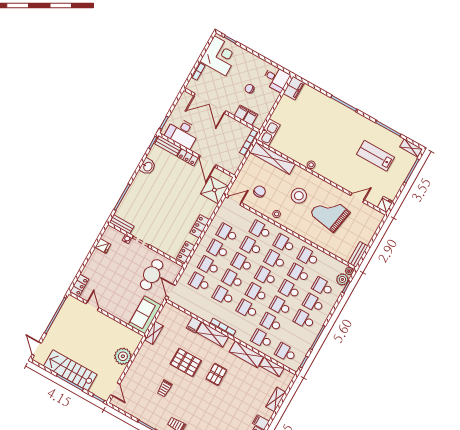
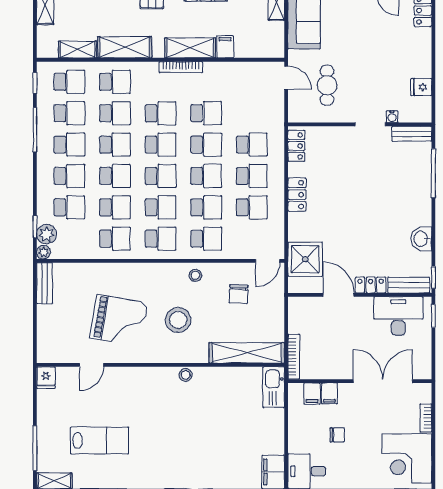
cafe table: (152, 275) -> (327, 85), width x0.73, depth x0.74
school desk: (199, 282) -> (69, 113), moved

